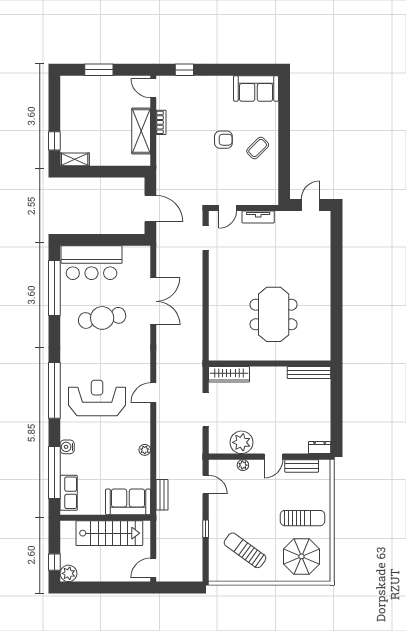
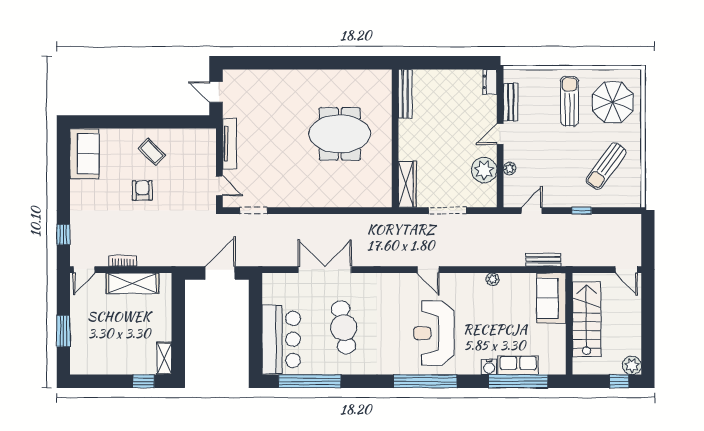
tv unit: (258, 217) -> (230, 144), width x1.41
door: (274, 457) -> (500, 134), swing flipped
row of seats: (69, 493) -> (518, 365), moved

